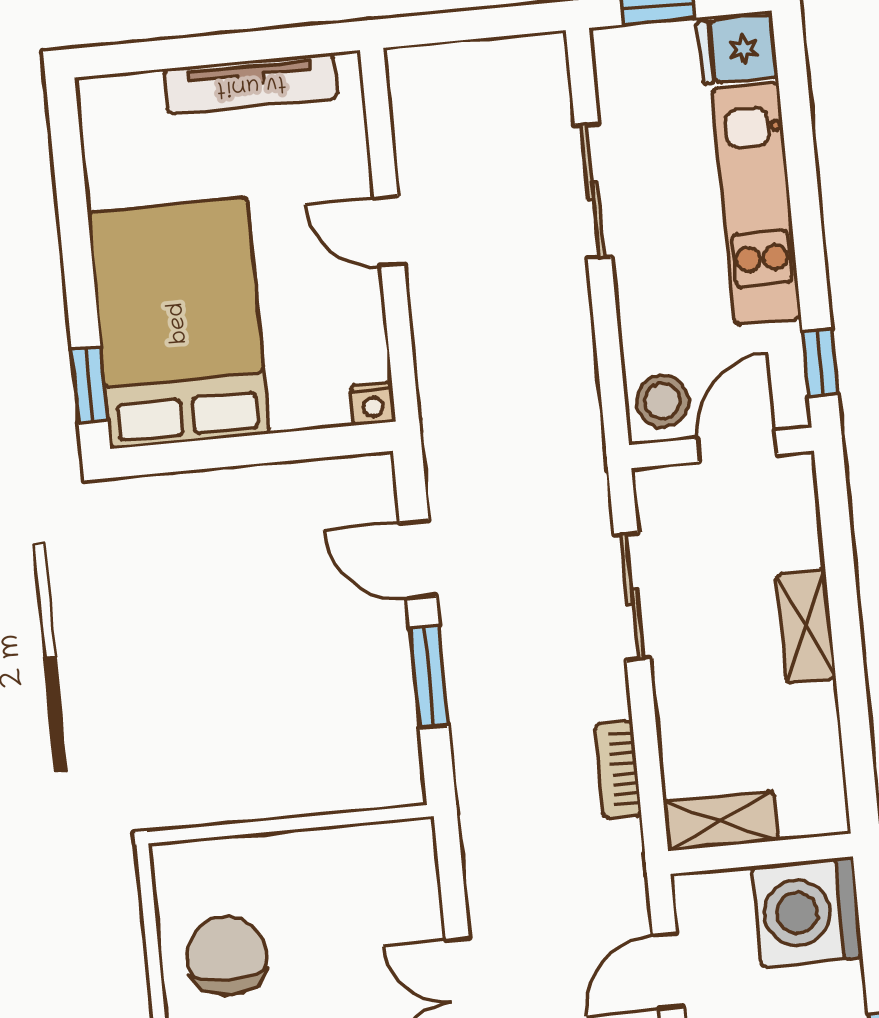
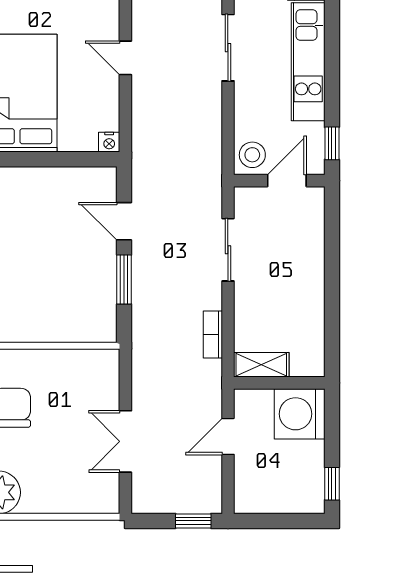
shelving: (806, 626) -> (313, 273), removed

